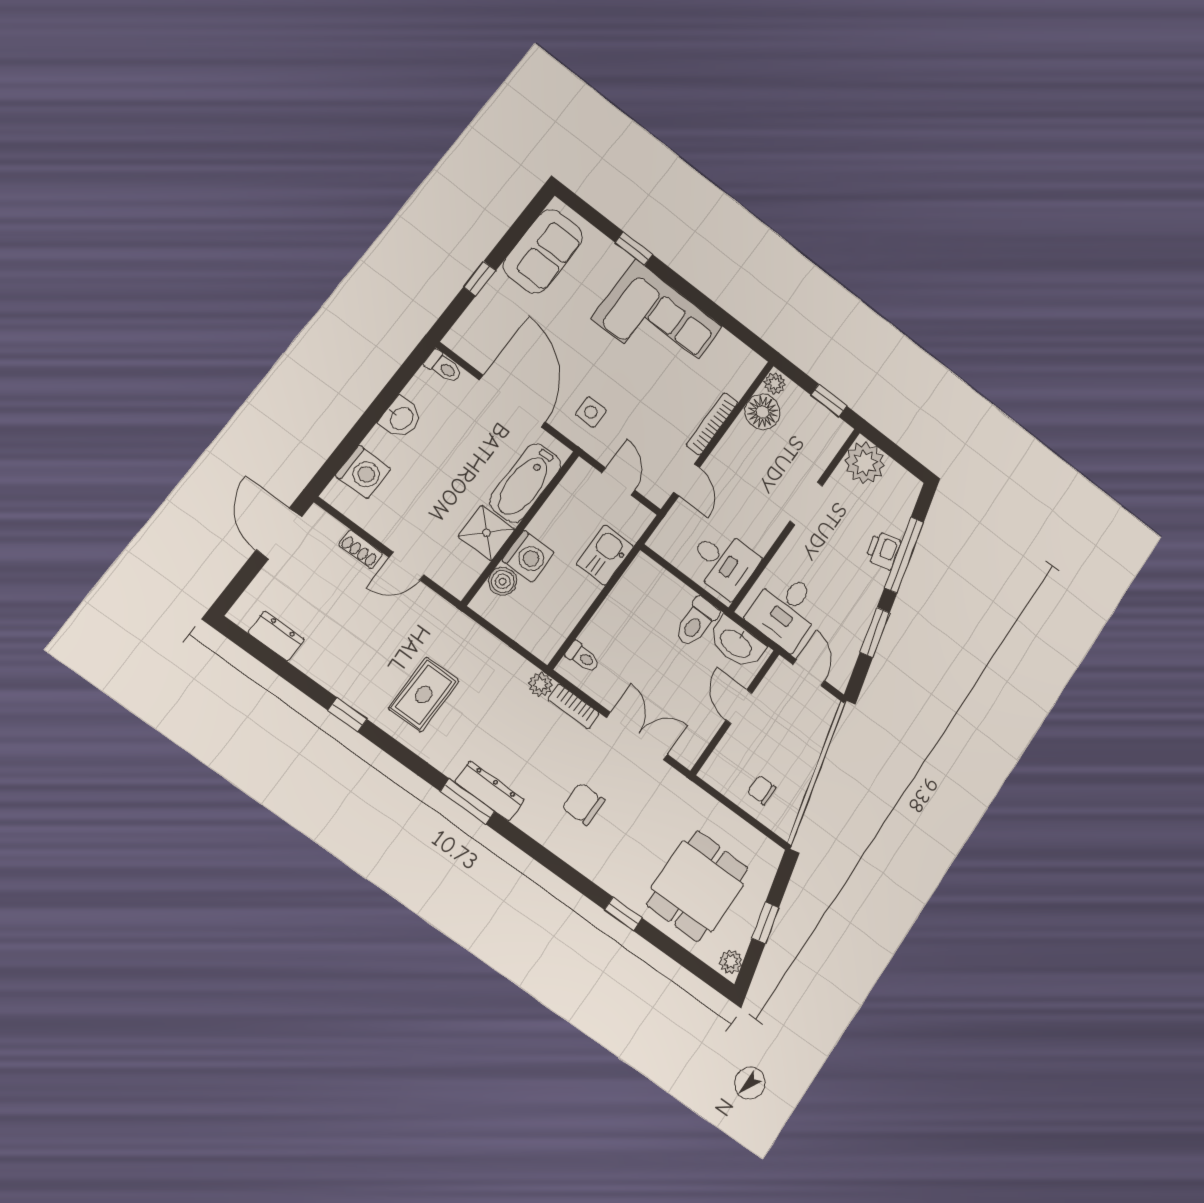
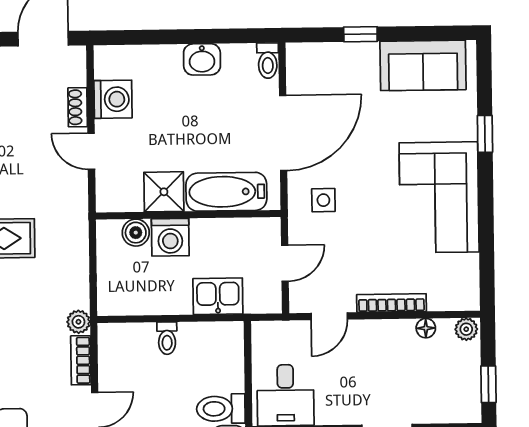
floor lamp: (762, 412) -> (426, 328), width x0.53, depth x0.53
washing machine: (363, 472) -> (113, 99), moved, turned -90
toilet: (583, 657) -> (167, 338), moved

